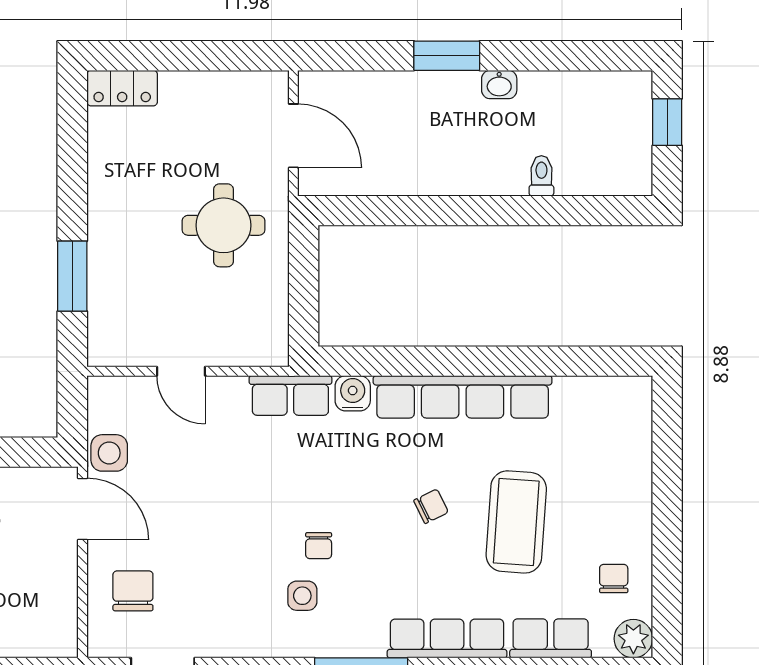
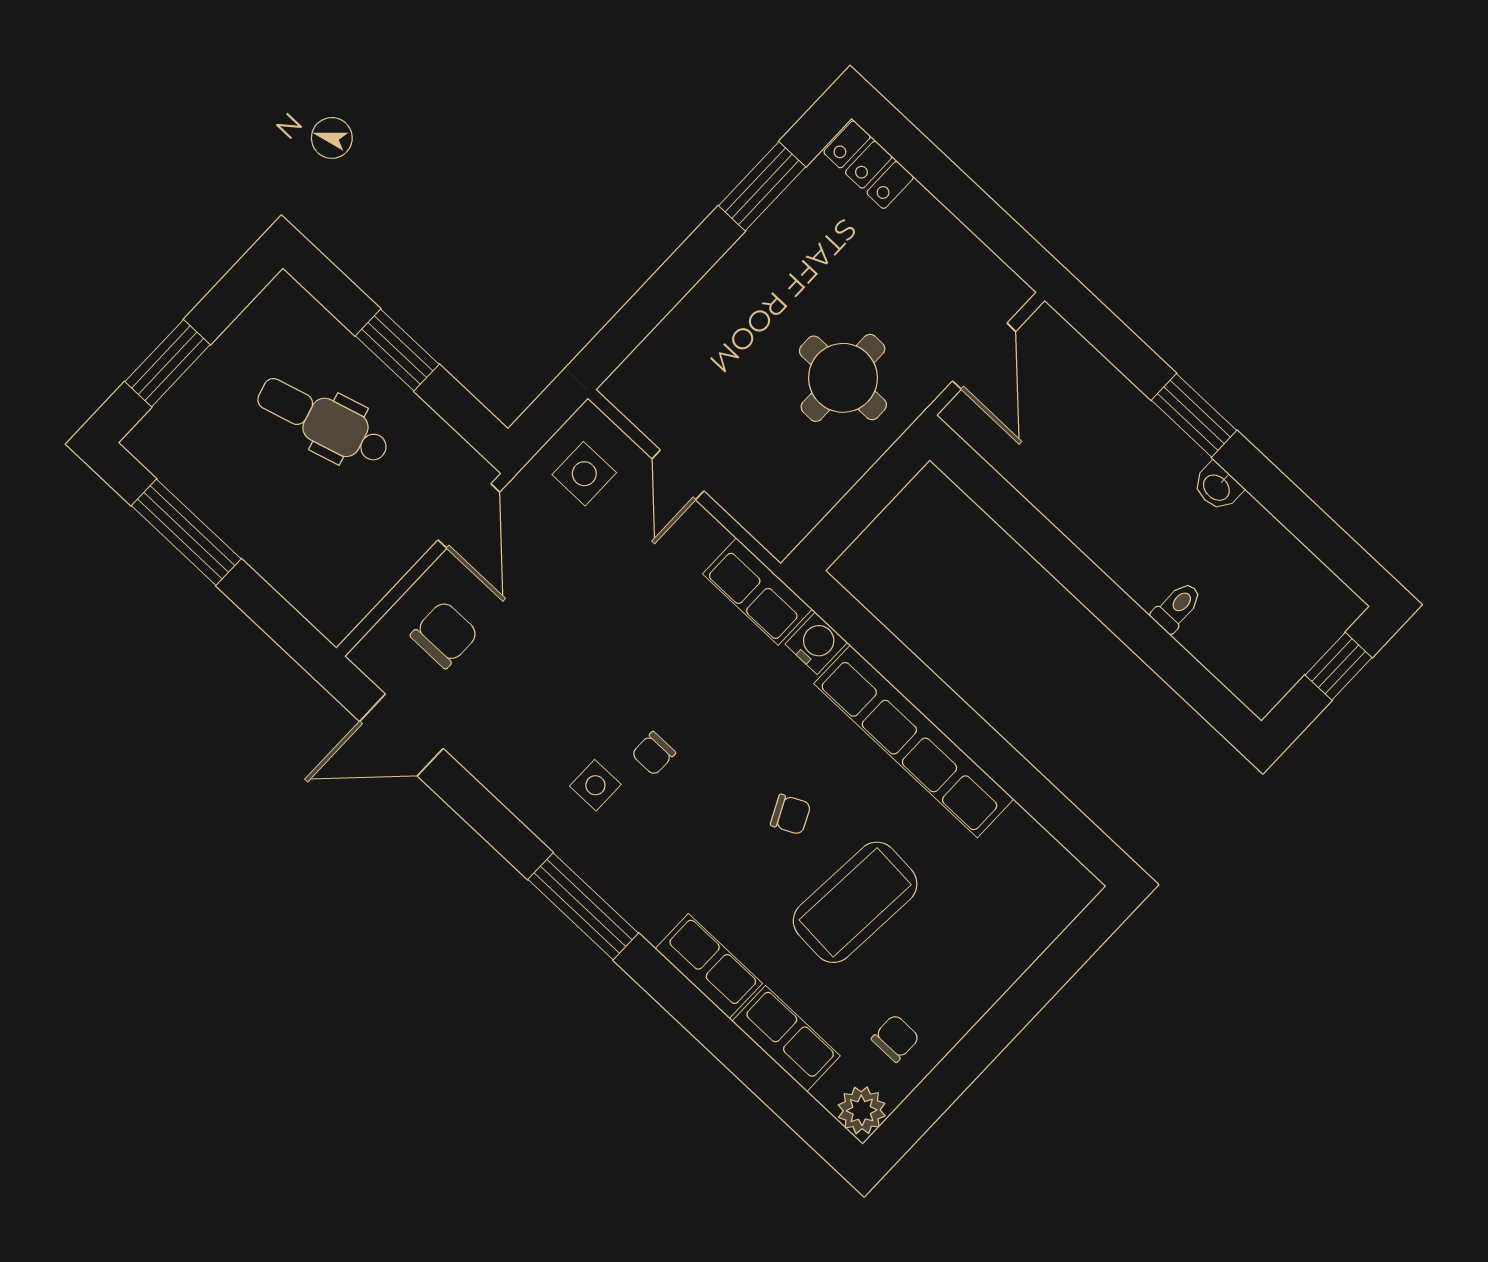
window: (72, 276) -> (762, 186), moved
side table: (109, 453) -> (584, 474), moved
row of seats: (447, 639) -> (709, 966), width x0.68

